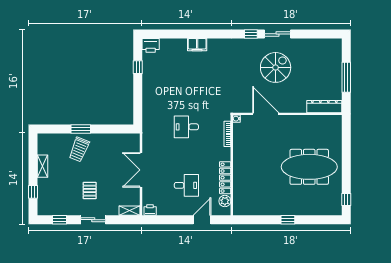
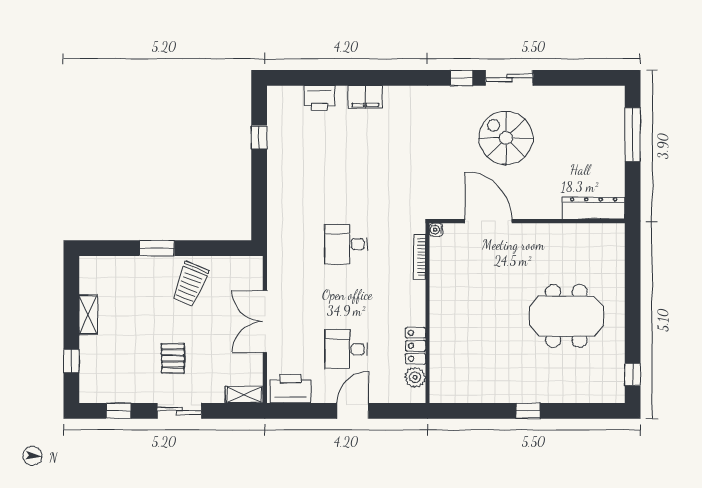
printer: (151, 45) -> (319, 98), moved
spiral stairs: (276, 67) -> (506, 138), turned -90
window: (346, 77) -> (633, 135), moved
trolley: (79, 149) -> (190, 284), moved
meeting table: (309, 167) -> (566, 316), width x0.73
locker: (225, 178) -> (416, 346), width x0.66
desk: (186, 185) -> (346, 349), turned 180
printer: (150, 210) -> (290, 389), width x1.87, depth x1.48
door: (202, 220) -> (353, 411), moved

